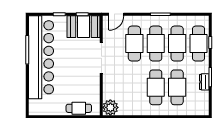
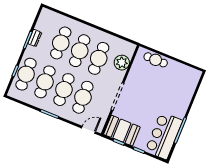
bar counter: (41, 57) -> (164, 136), width x0.54
cafe table: (134, 87) -> (99, 58), added
plant: (110, 107) -> (122, 63), moved

